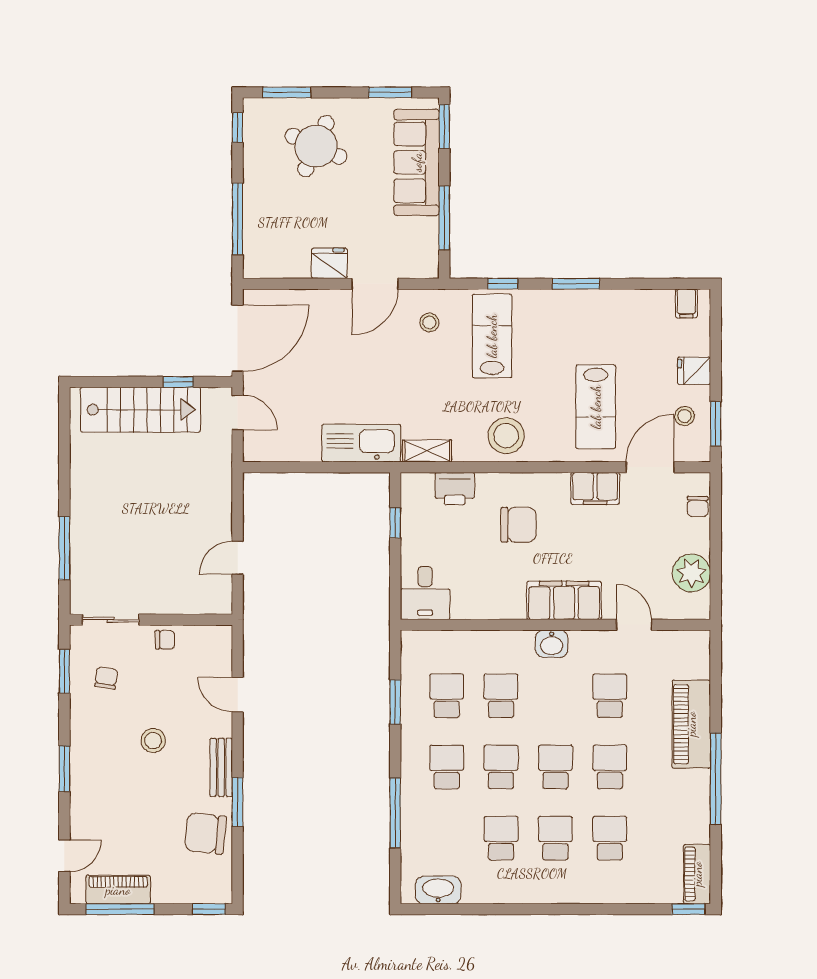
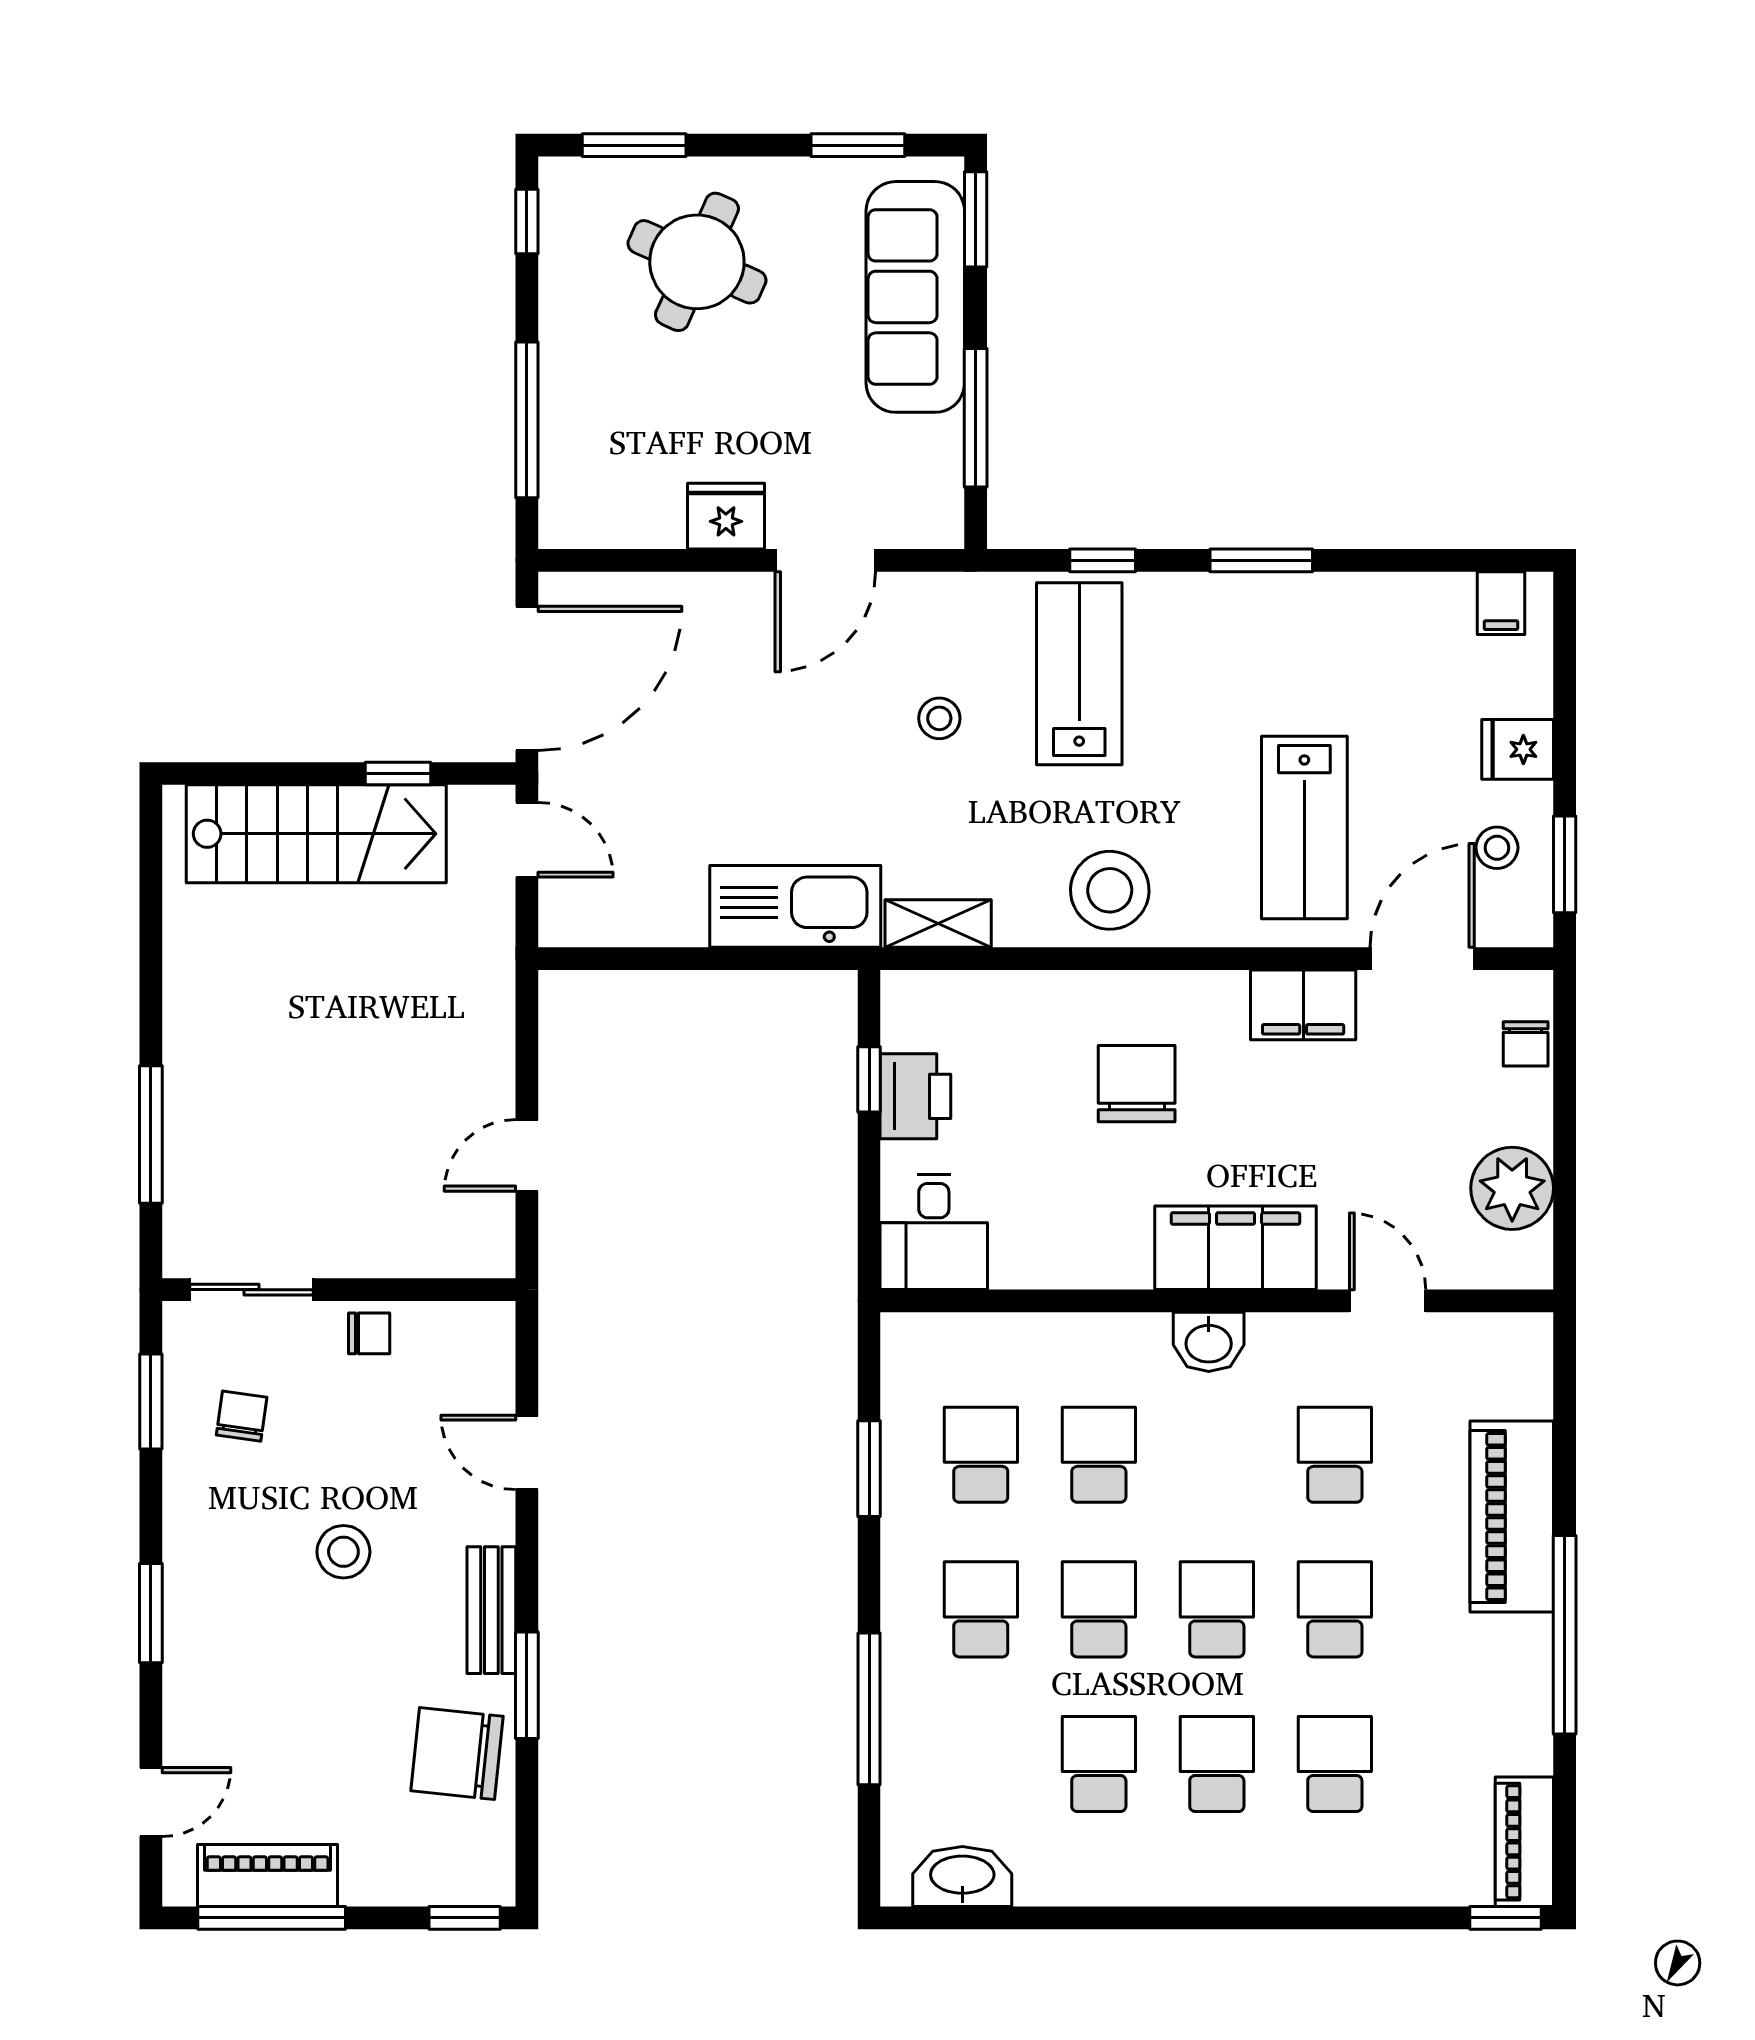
stool: (429, 322) -> (939, 718), moved
printer: (455, 489) -> (915, 1096), moved, turned -90
chair: (518, 525) -> (1137, 1084), turned -90

